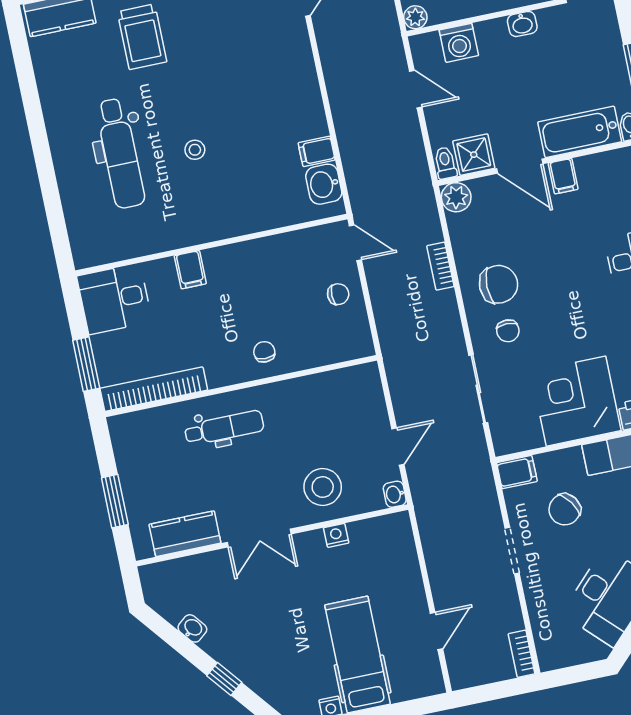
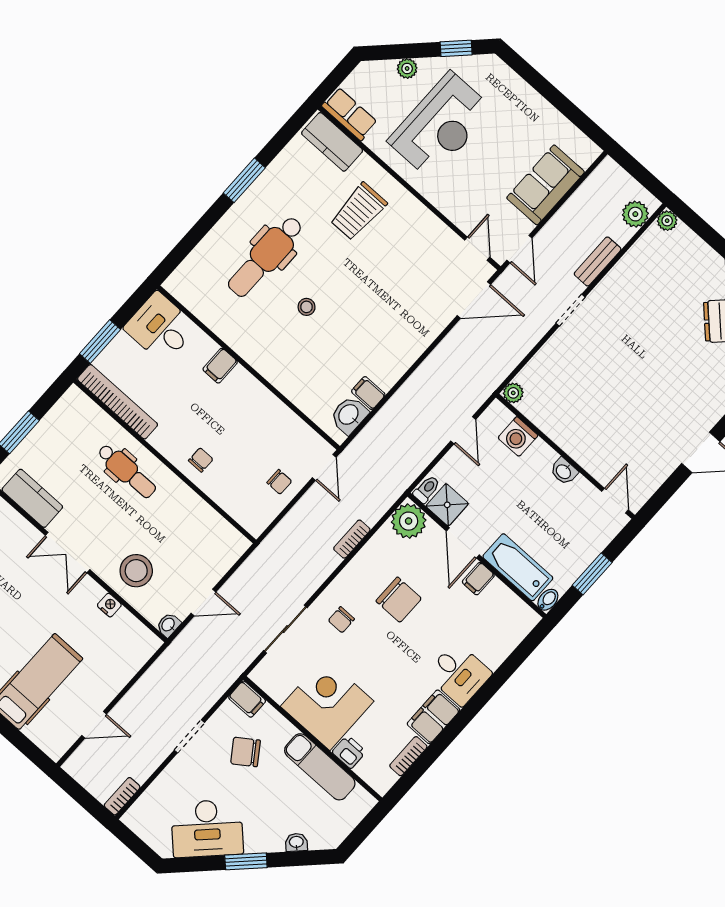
window: (35, 121) -> (244, 180), added
plant: (456, 197) -> (409, 521), width x1.36, depth x1.36
chair: (498, 284) -> (399, 600), moved

